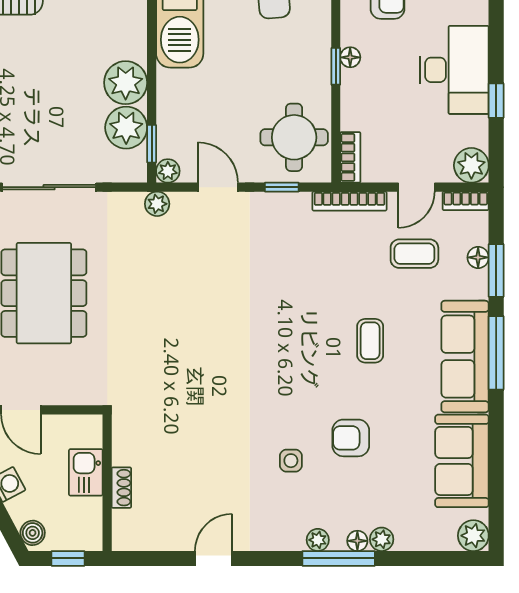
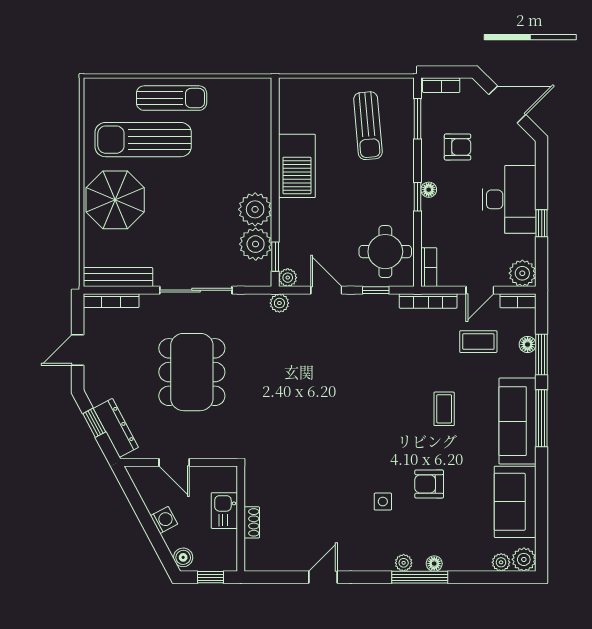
plant: (382, 539) -> (501, 562), moved

